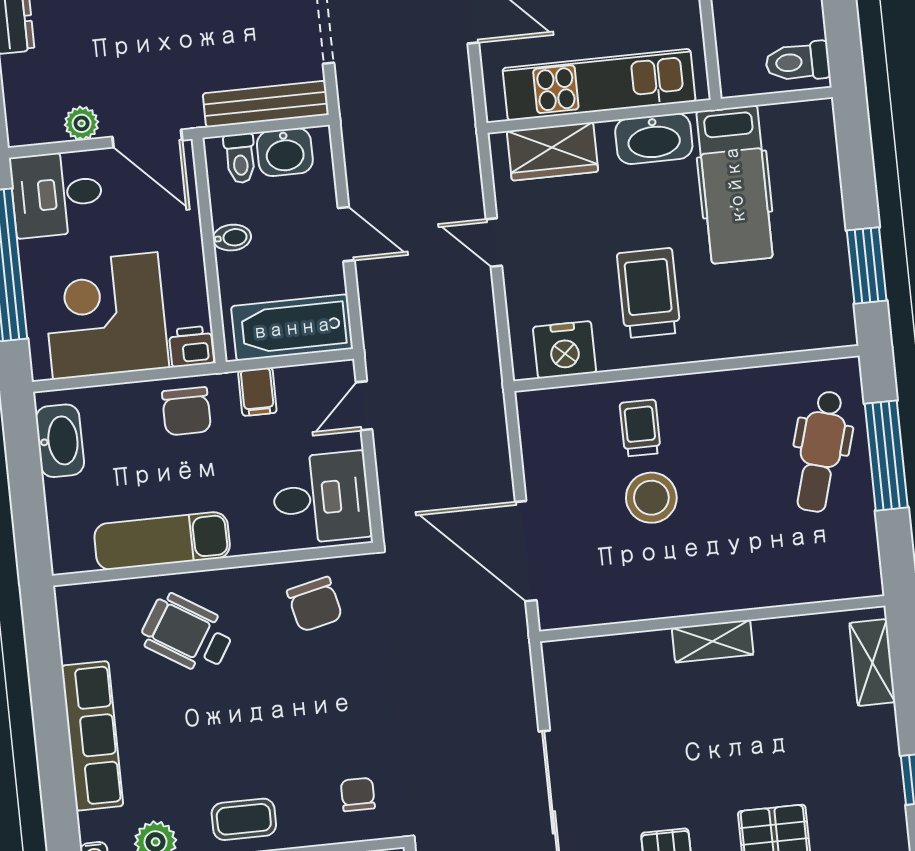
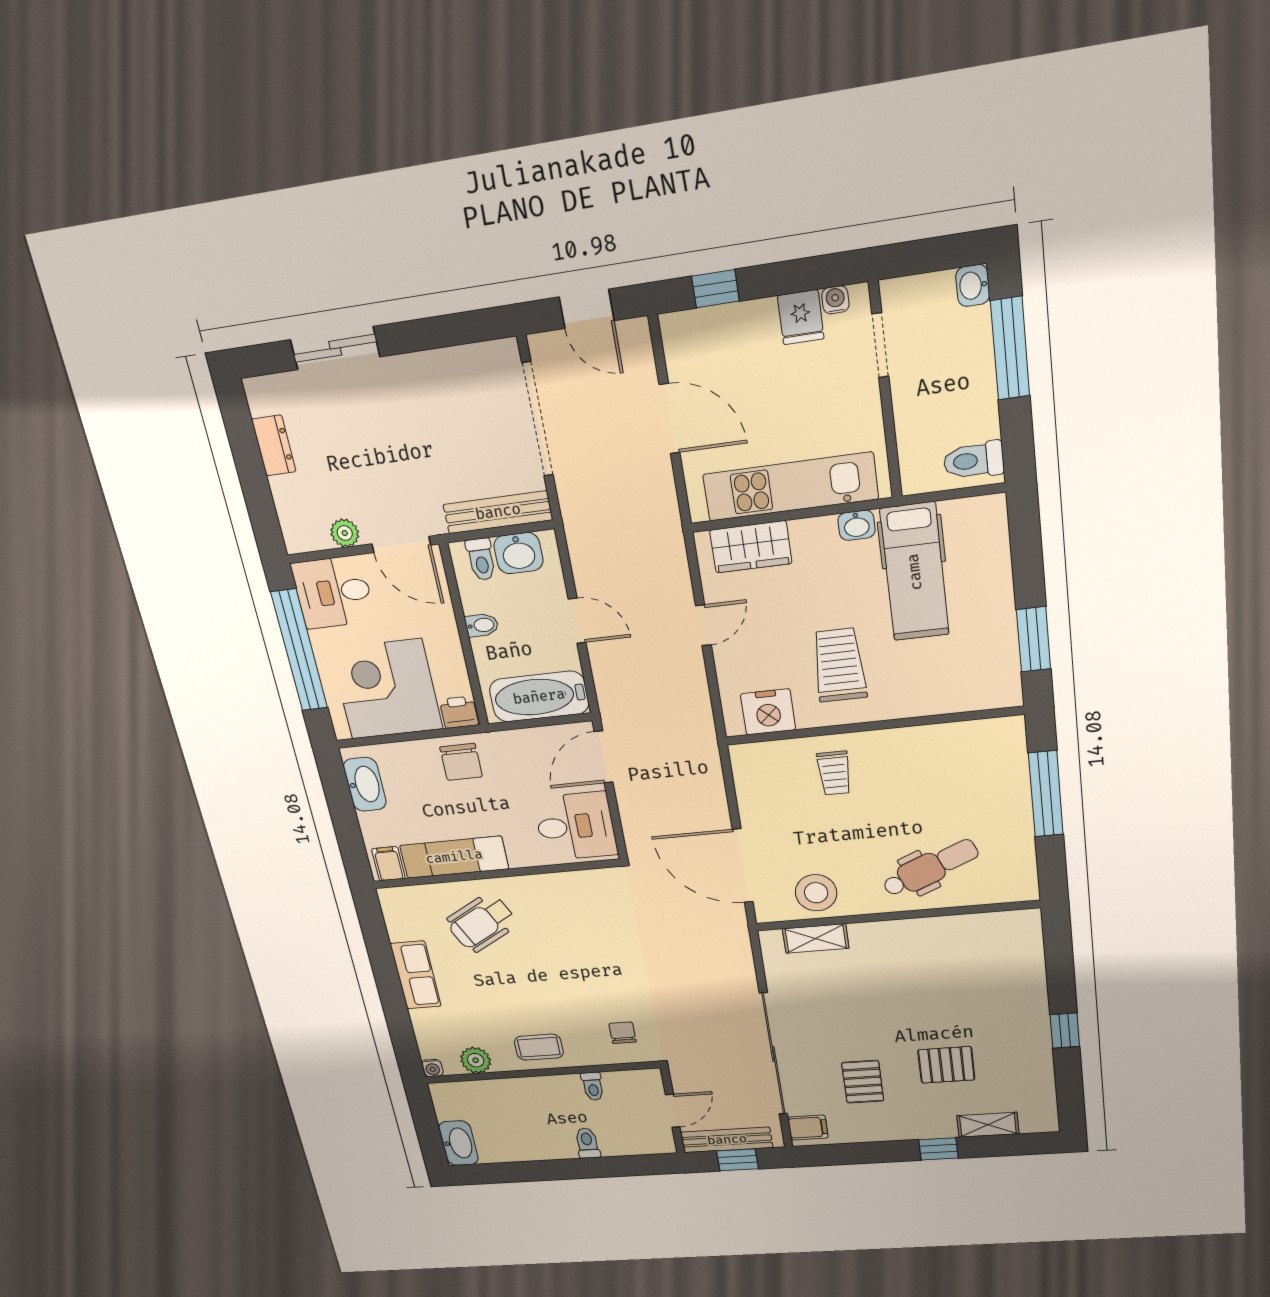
washbasin: (654, 139) -> (857, 525), width x0.52, depth x0.69
door: (494, 242) -> (703, 625), swing flipped
filing cabinet: (257, 392) -> (388, 864), moved, turned 180
door: (364, 406) -> (604, 757), width x1.38
trolley: (640, 428) -> (834, 773), turned 180
dental chair: (821, 451) -> (930, 868), moved, turned -129
stool: (651, 498) -> (816, 893), moved
chair: (315, 604) -> (578, 903), removed
wheelchair: (187, 634) -> (482, 923), turned -60
shelving: (713, 641) -> (816, 938), moved
shelving: (872, 663) -> (1029, 949), removed
row of seats: (92, 736) -> (416, 975), width x0.68

